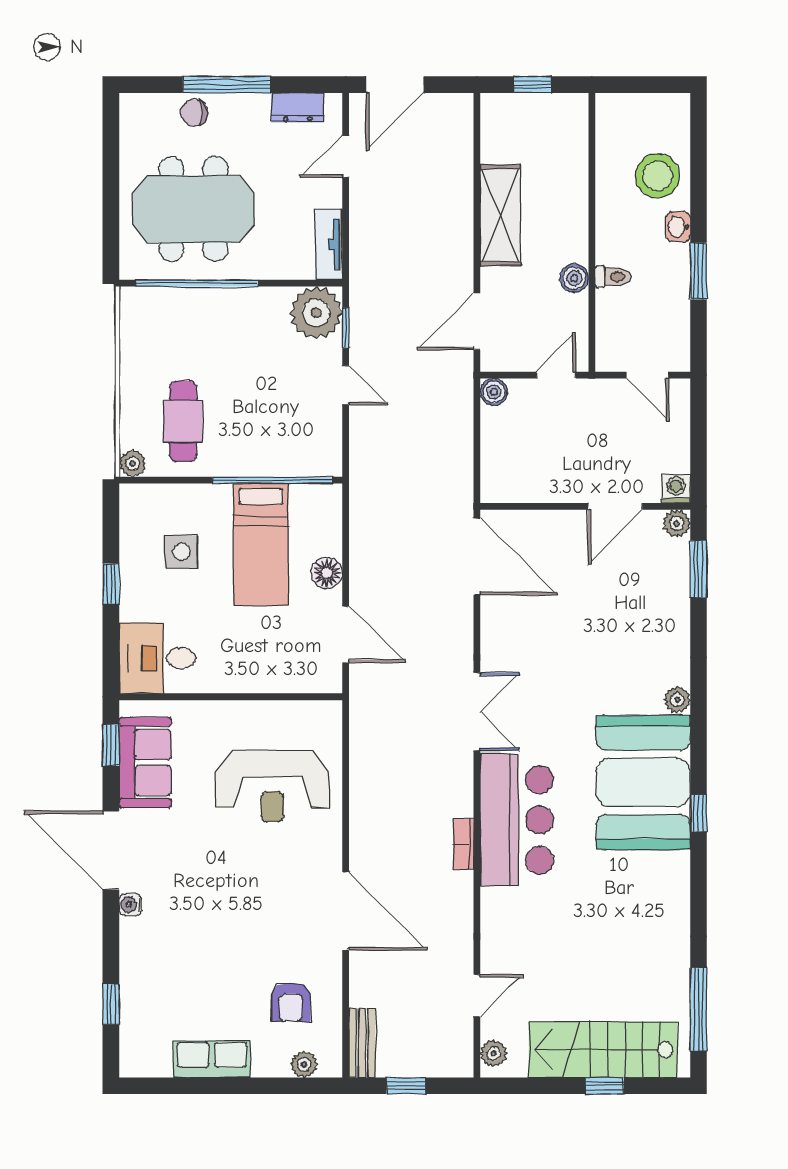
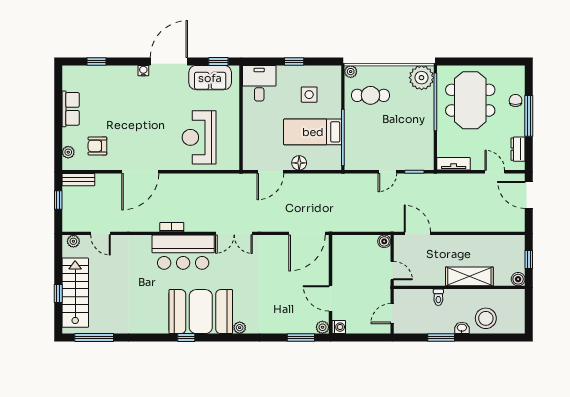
shelving: (500, 215) -> (469, 276), moved
boiler: (574, 278) -> (518, 279), moved
plant: (316, 313) -> (422, 78), moved

